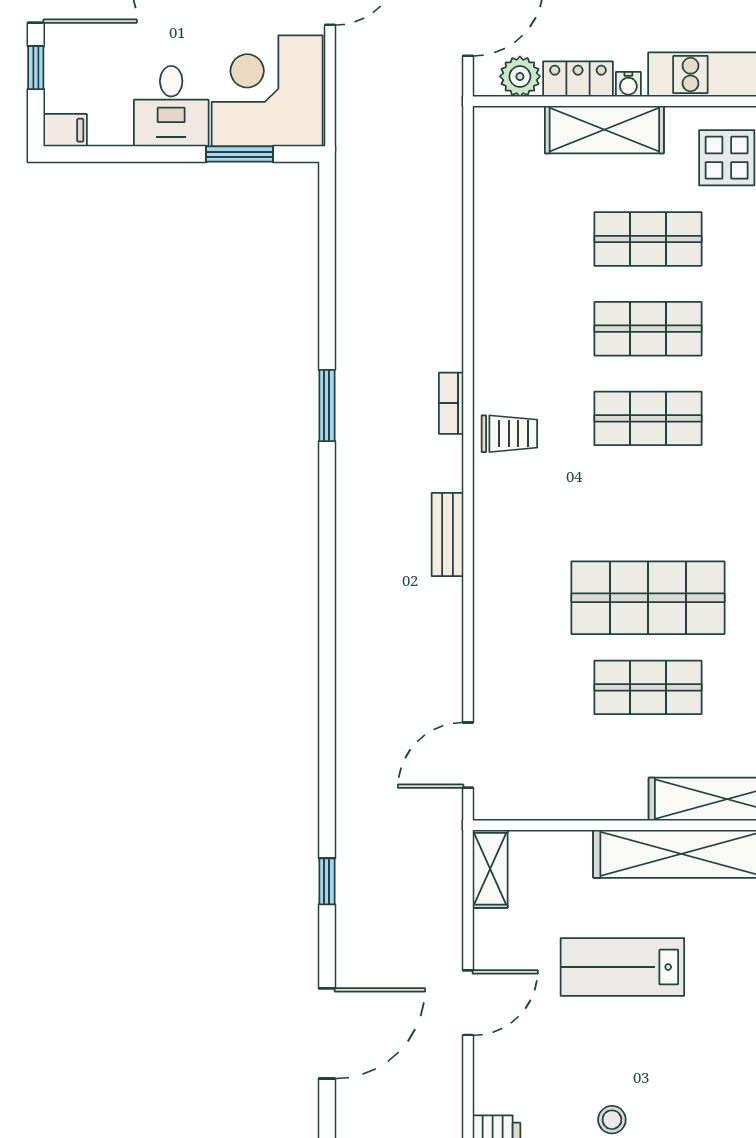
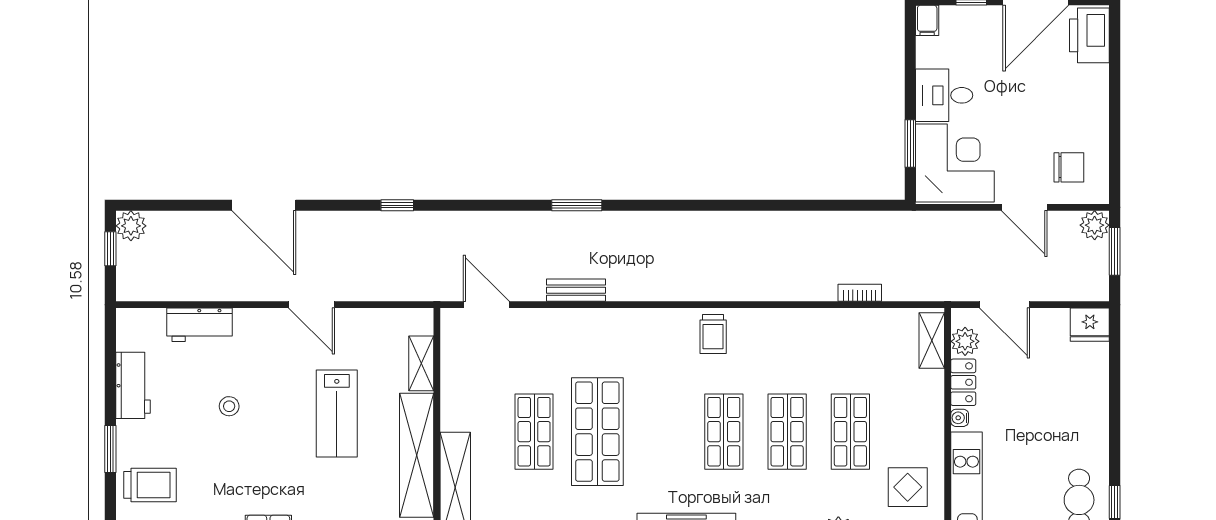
shelving: (604, 130) -> (932, 341), moved, width x0.67, depth x0.75
bookcase: (451, 403) -> (860, 293), moved
window: (327, 406) -> (577, 205), moved
bench: (447, 535) -> (576, 290), moved
shelving: (490, 869) -> (421, 363), moved, turned 90
lab bench: (622, 967) -> (337, 414), turned 180
door: (327, 1033) -> (264, 205), moved

